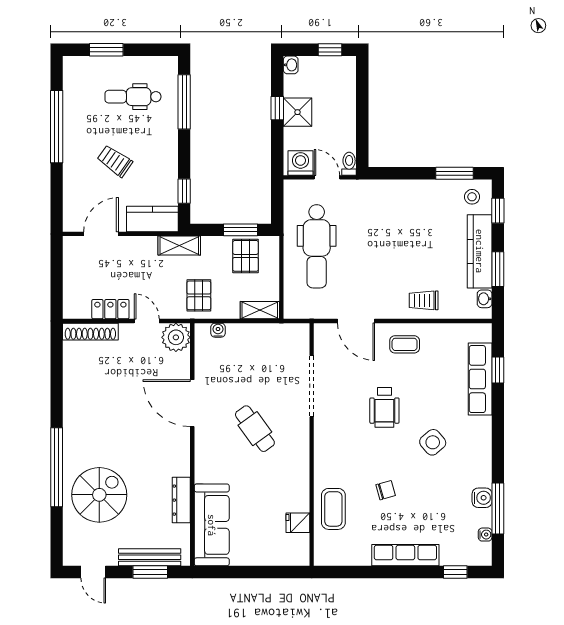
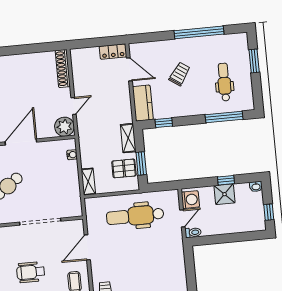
shelving: (179, 245) -> (128, 138), moved
pallet: (199, 295) -> (94, 140), removed
locker: (110, 309) -> (113, 52), moved, turned 90

